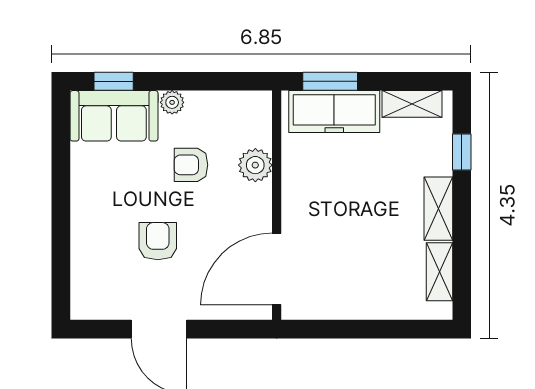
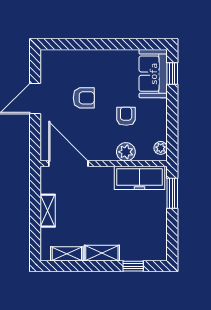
plant: (172, 102) -> (161, 148), moved
shelving: (412, 104) -> (48, 211), moved
freezer: (334, 112) -> (140, 178), moved, turned -90

